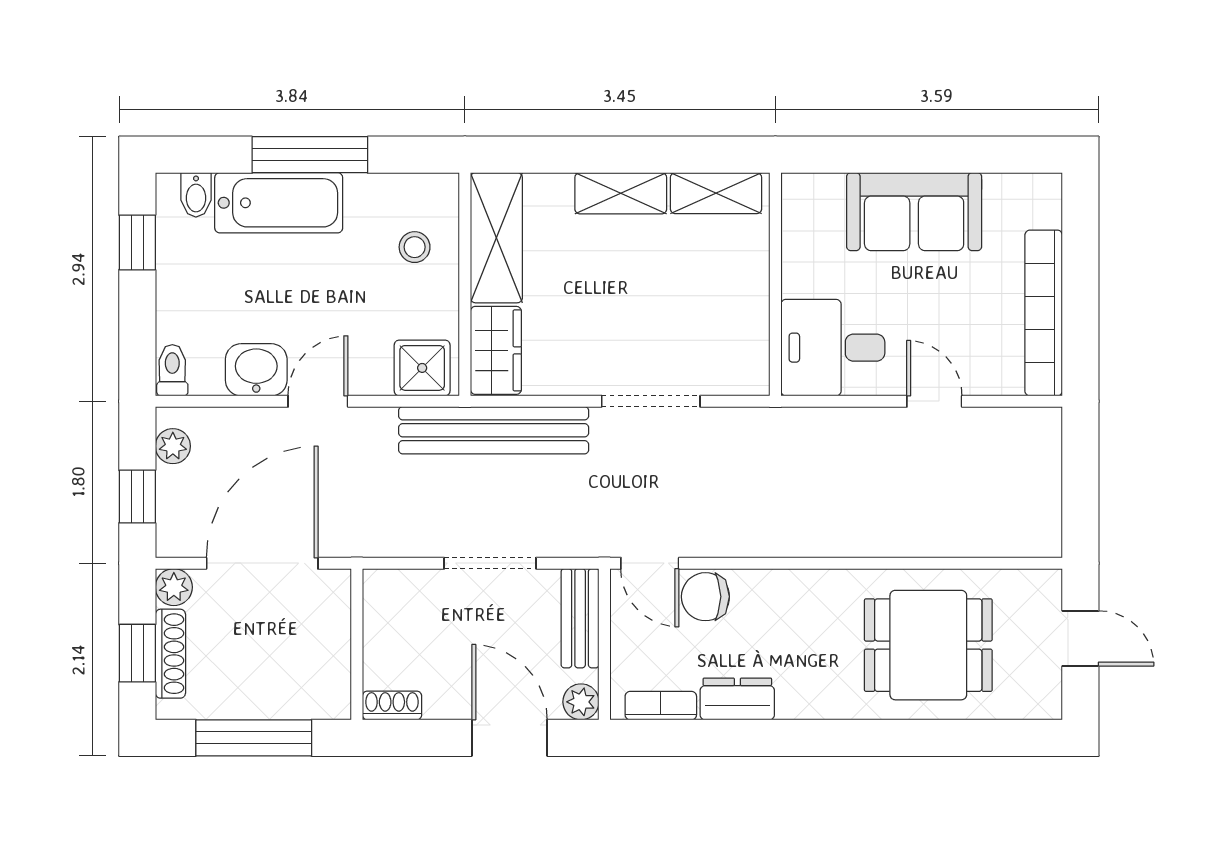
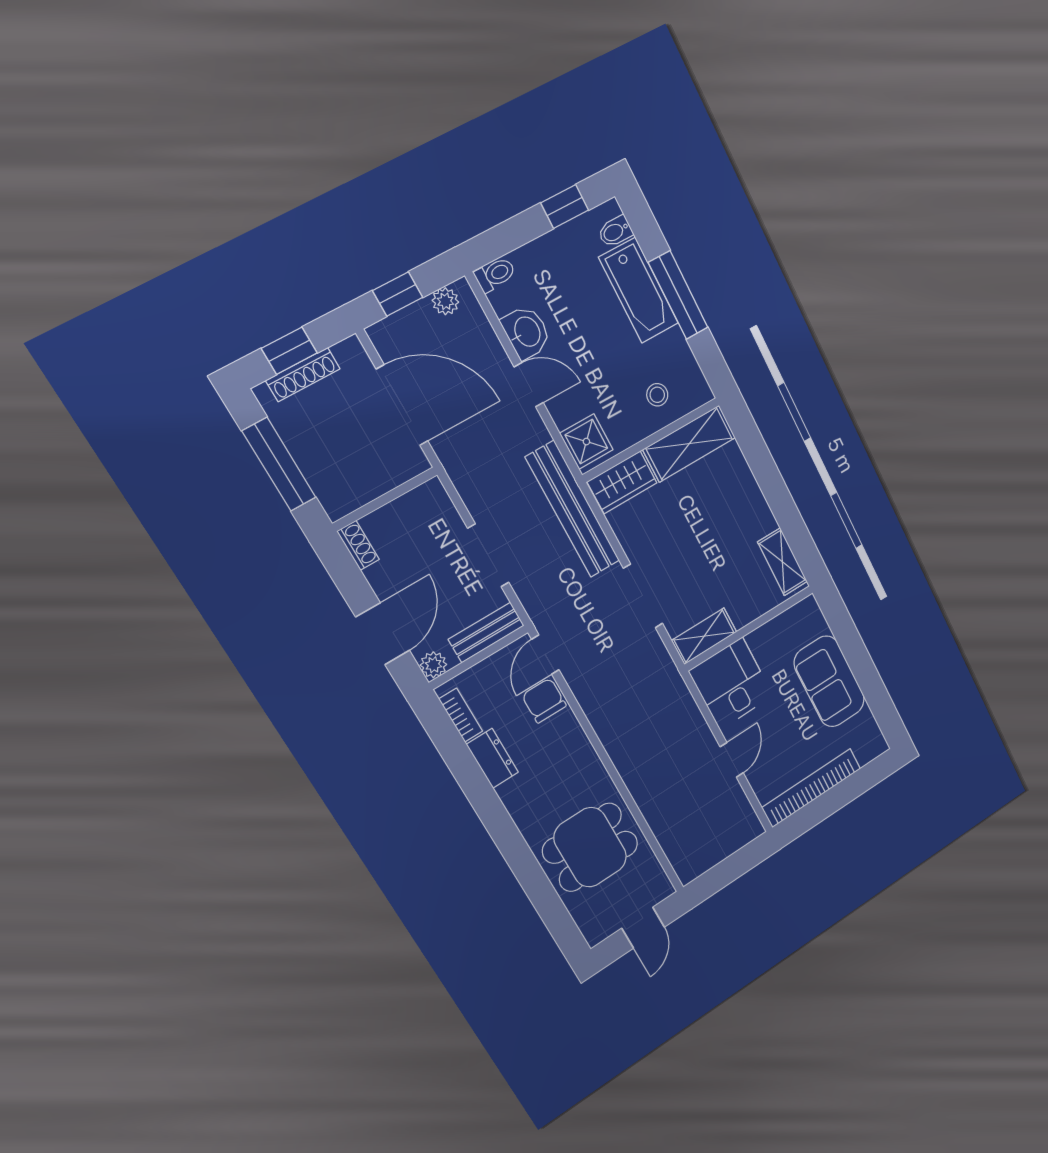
shelving: (621, 193) -> (704, 636), moved, turned 90
plant: (174, 587) -> (351, 352), removed
dining table: (928, 645) -> (590, 847), turned 90

